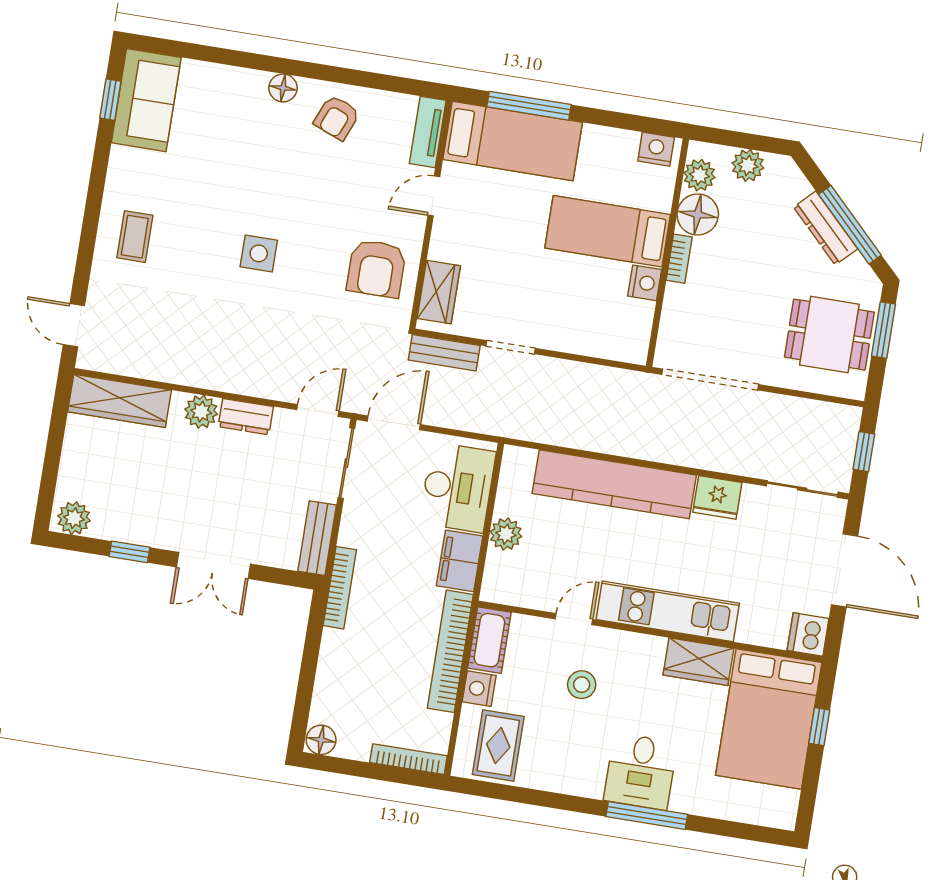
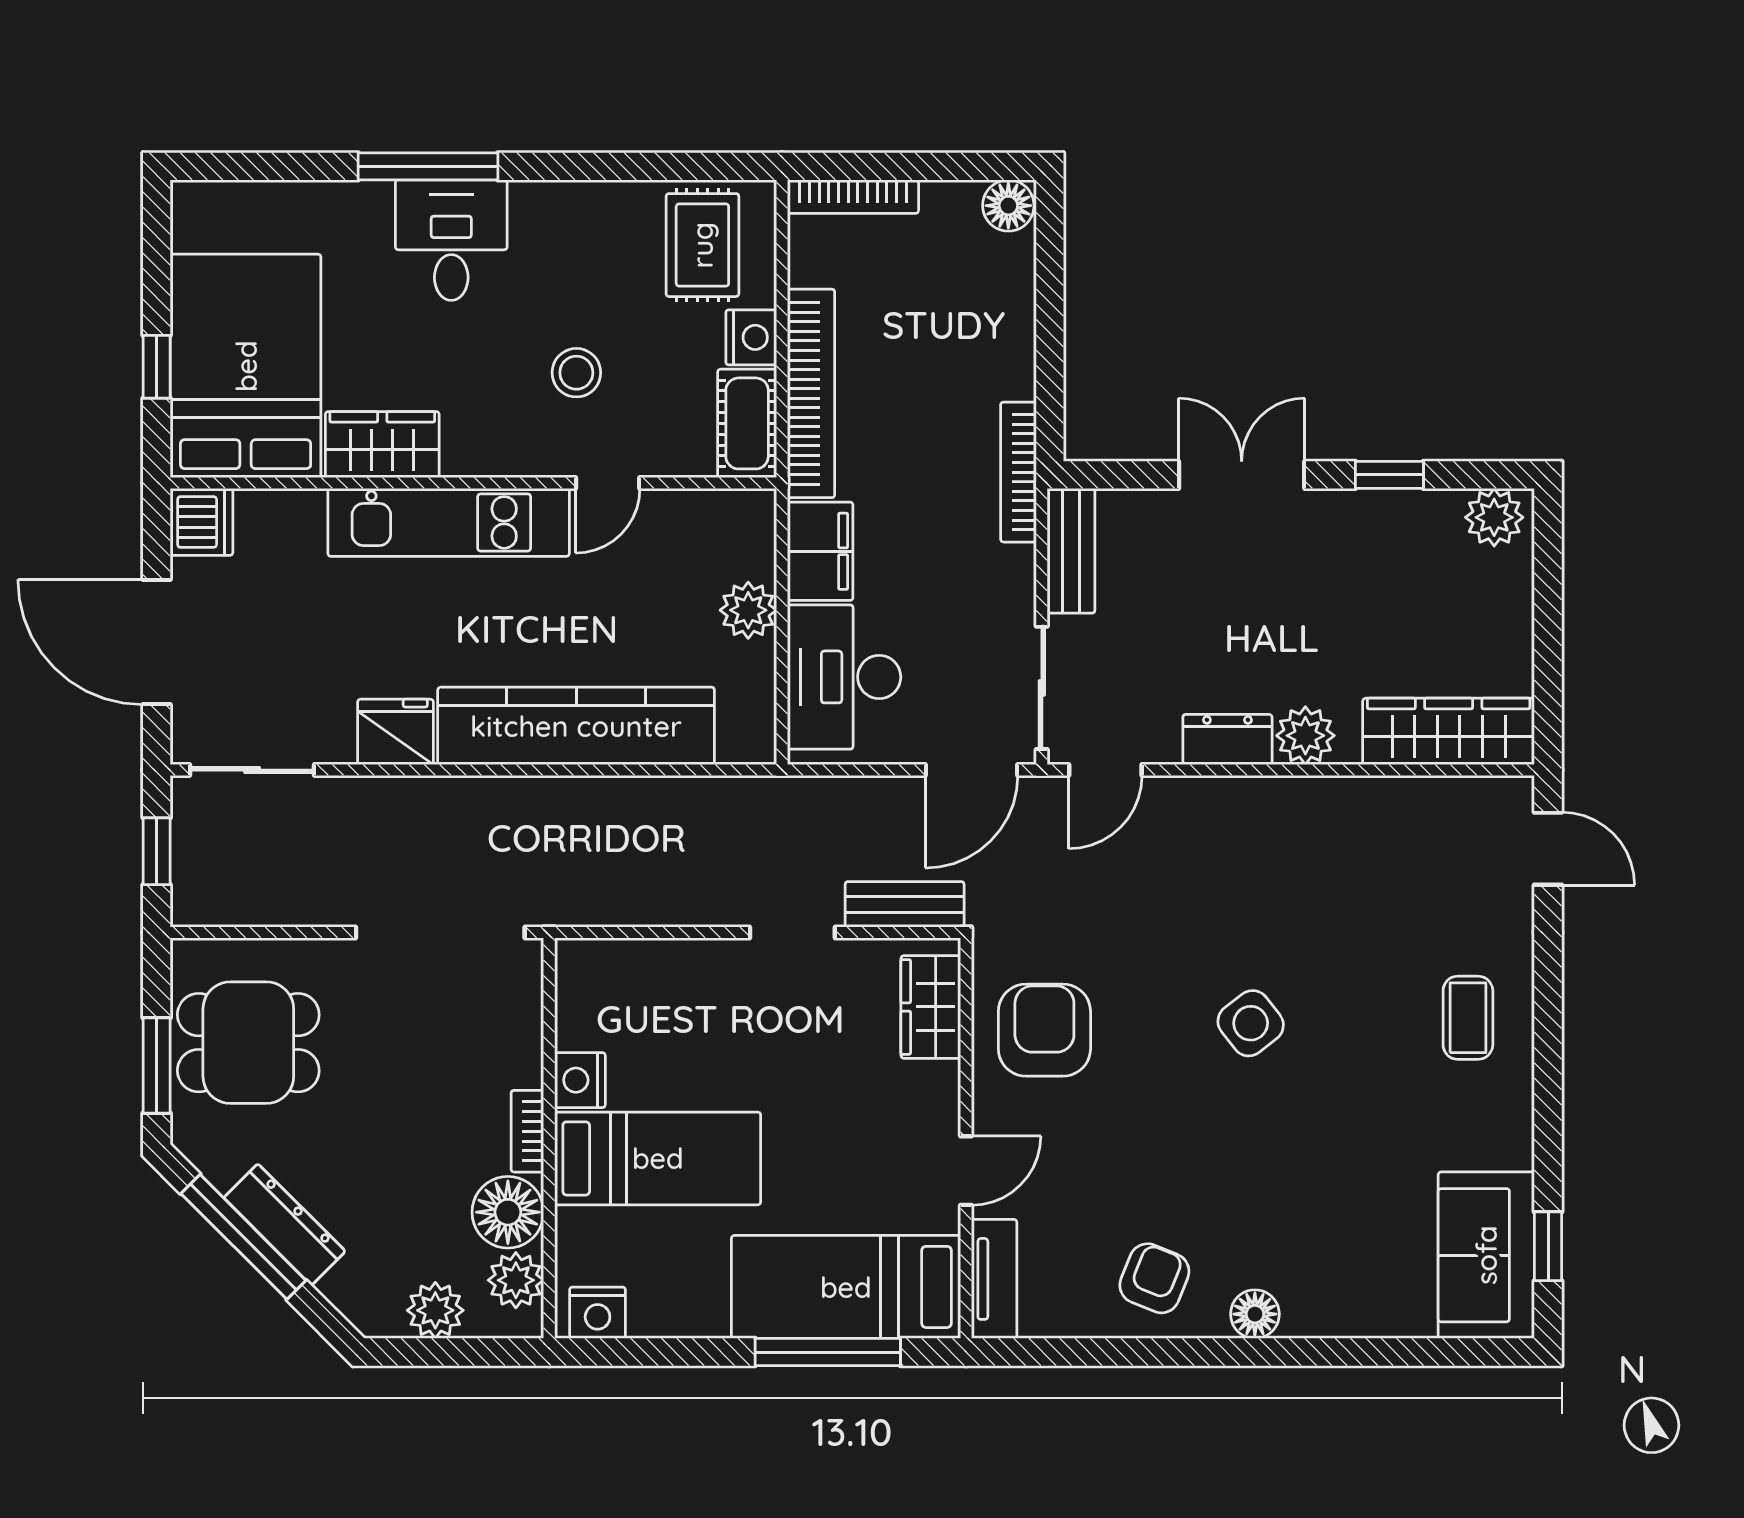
side table: (259, 253) -> (1251, 1023), turned -38

